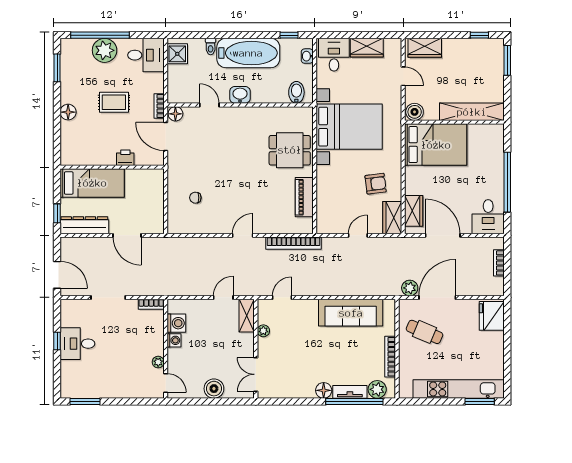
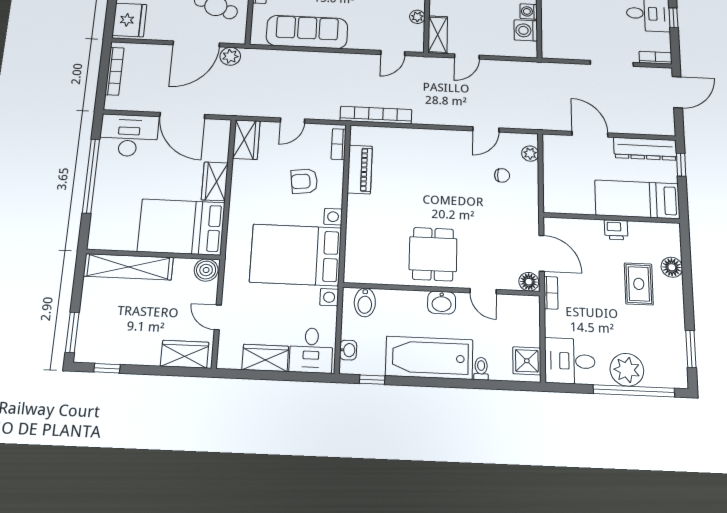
rug: (114, 102) -> (639, 284), moved, turned 90
floor lamp: (68, 112) -> (672, 267), moved
dining table: (290, 150) -> (433, 254), moved, turned 90
printer: (125, 158) -> (616, 230), moved
armchair: (376, 184) -> (304, 181), moved
wardrobe: (414, 211) -> (215, 181), moved
plant: (174, 217) -> (530, 154), added
bookcase: (321, 217) -> (339, 144), added
desk: (488, 217) -> (129, 135), width x1.37
door: (243, 235) -> (486, 129), moved
bookcase: (499, 263) -> (114, 71), width x1.56
door: (57, 275) -> (677, 92), swing flipped
bookcase: (151, 304) -> (656, 58), moved

